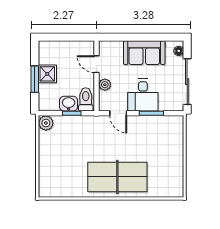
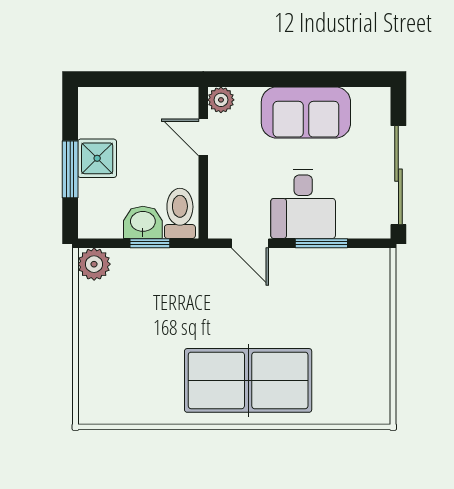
floor lamp: (179, 51) -> (380, 109), removed
plant: (105, 85) -> (221, 100), moved

